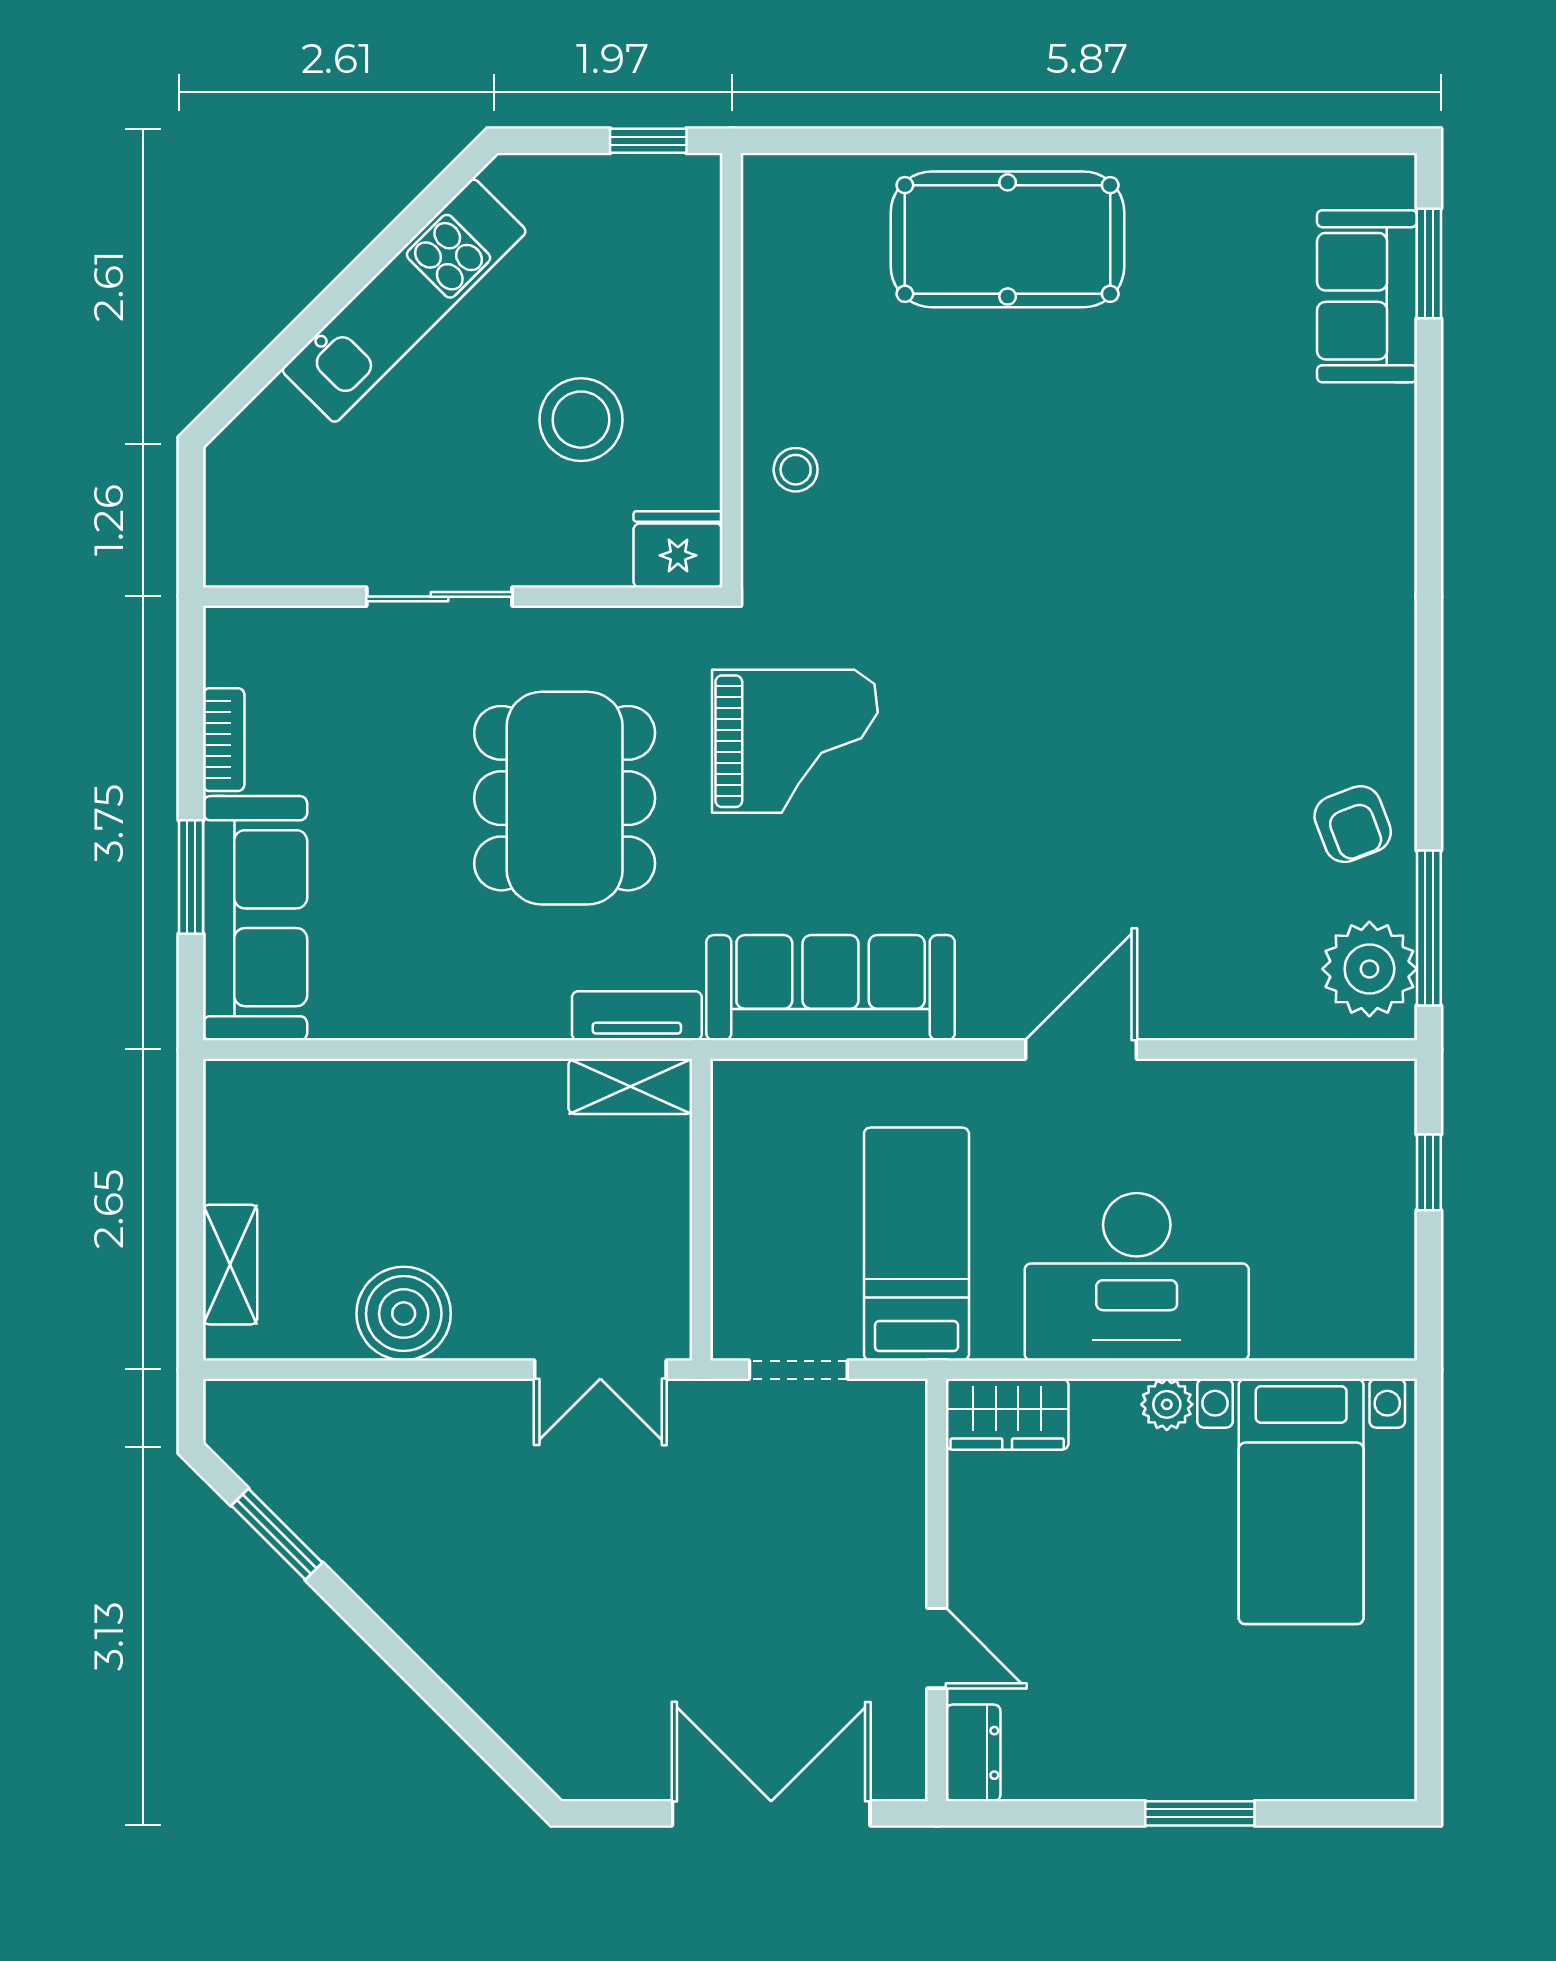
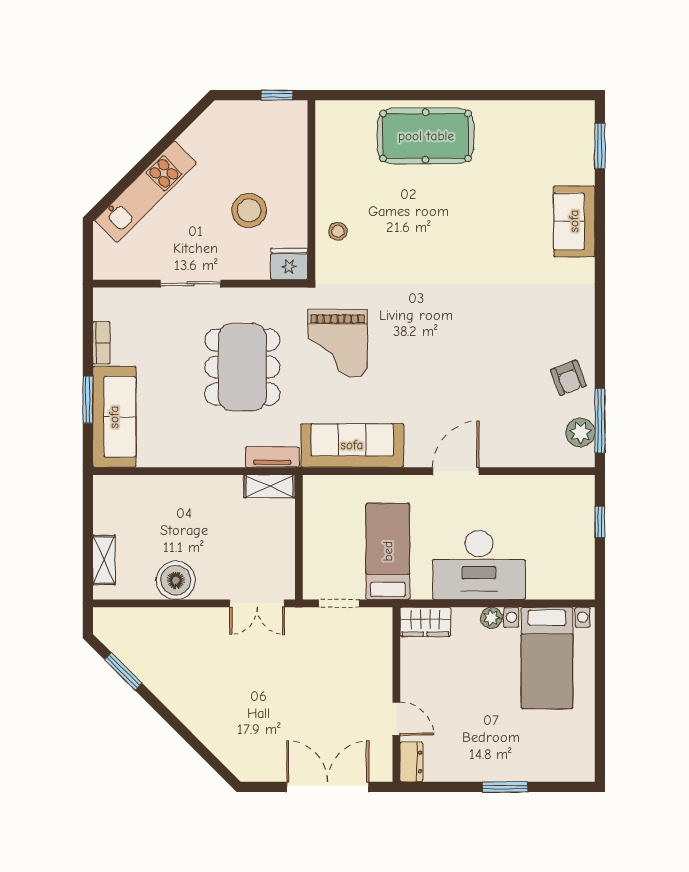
sofa: (1367, 296) -> (574, 221), moved
kitchen unit: (404, 301) -> (146, 192), moved
grand piano: (795, 741) -> (338, 344), turned 90
plant: (1369, 969) -> (580, 432), width x0.73, depth x0.73

